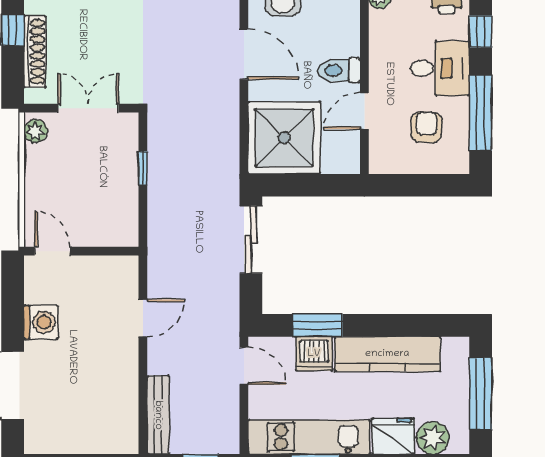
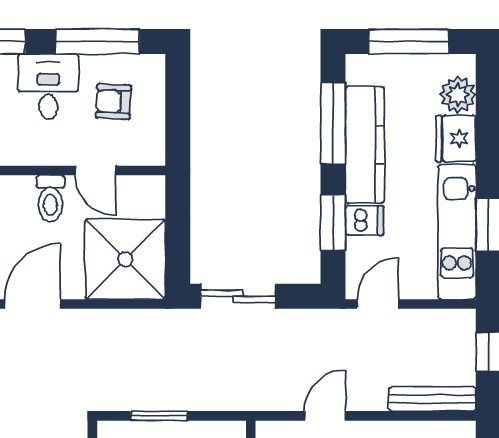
window: (143, 168) -> (159, 416), width x1.50
door: (143, 318) -> (325, 416), hinge flipped
window: (407, 325) -> (333, 123), added
dishwasher: (314, 354) -> (365, 220), width x0.73

